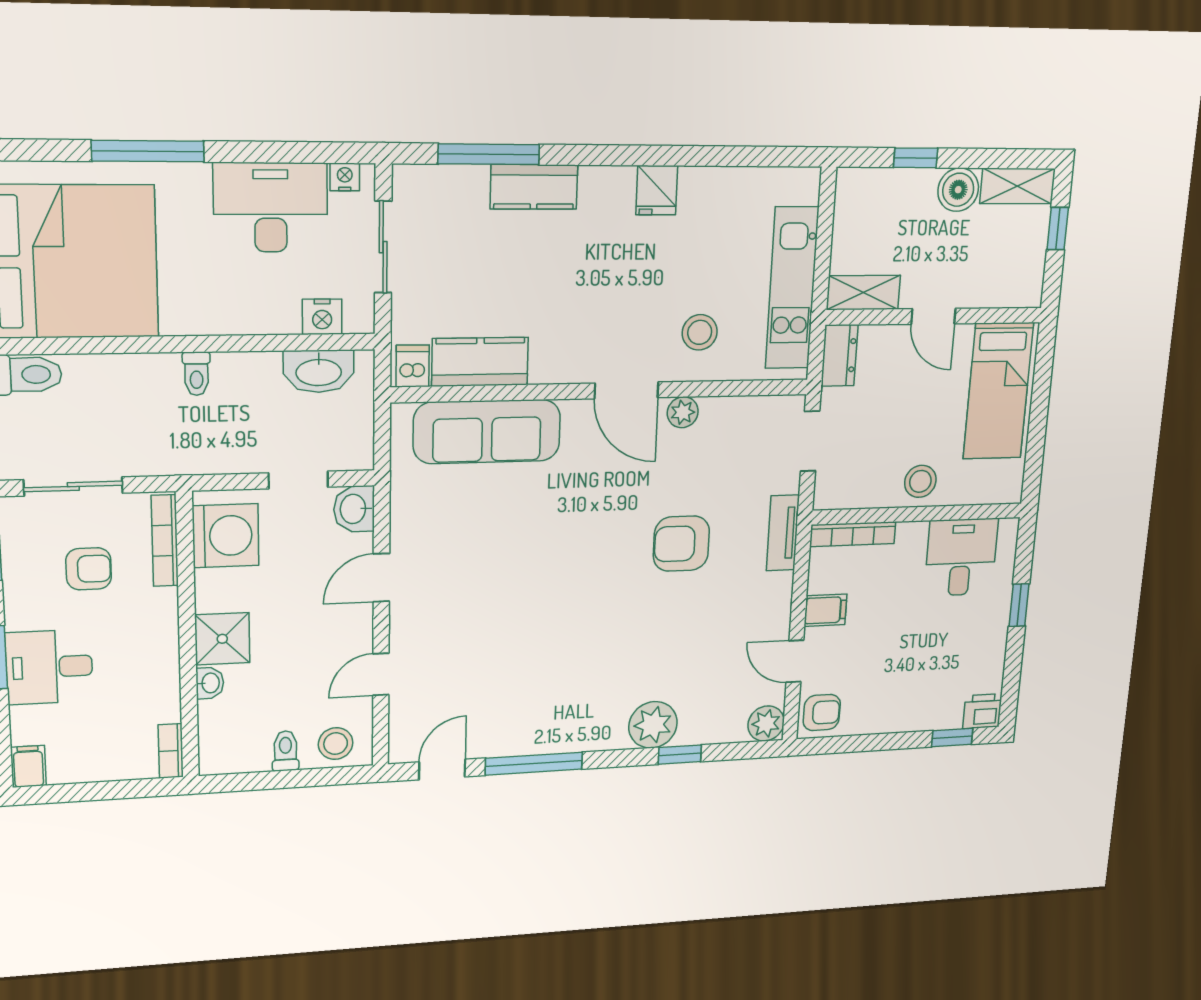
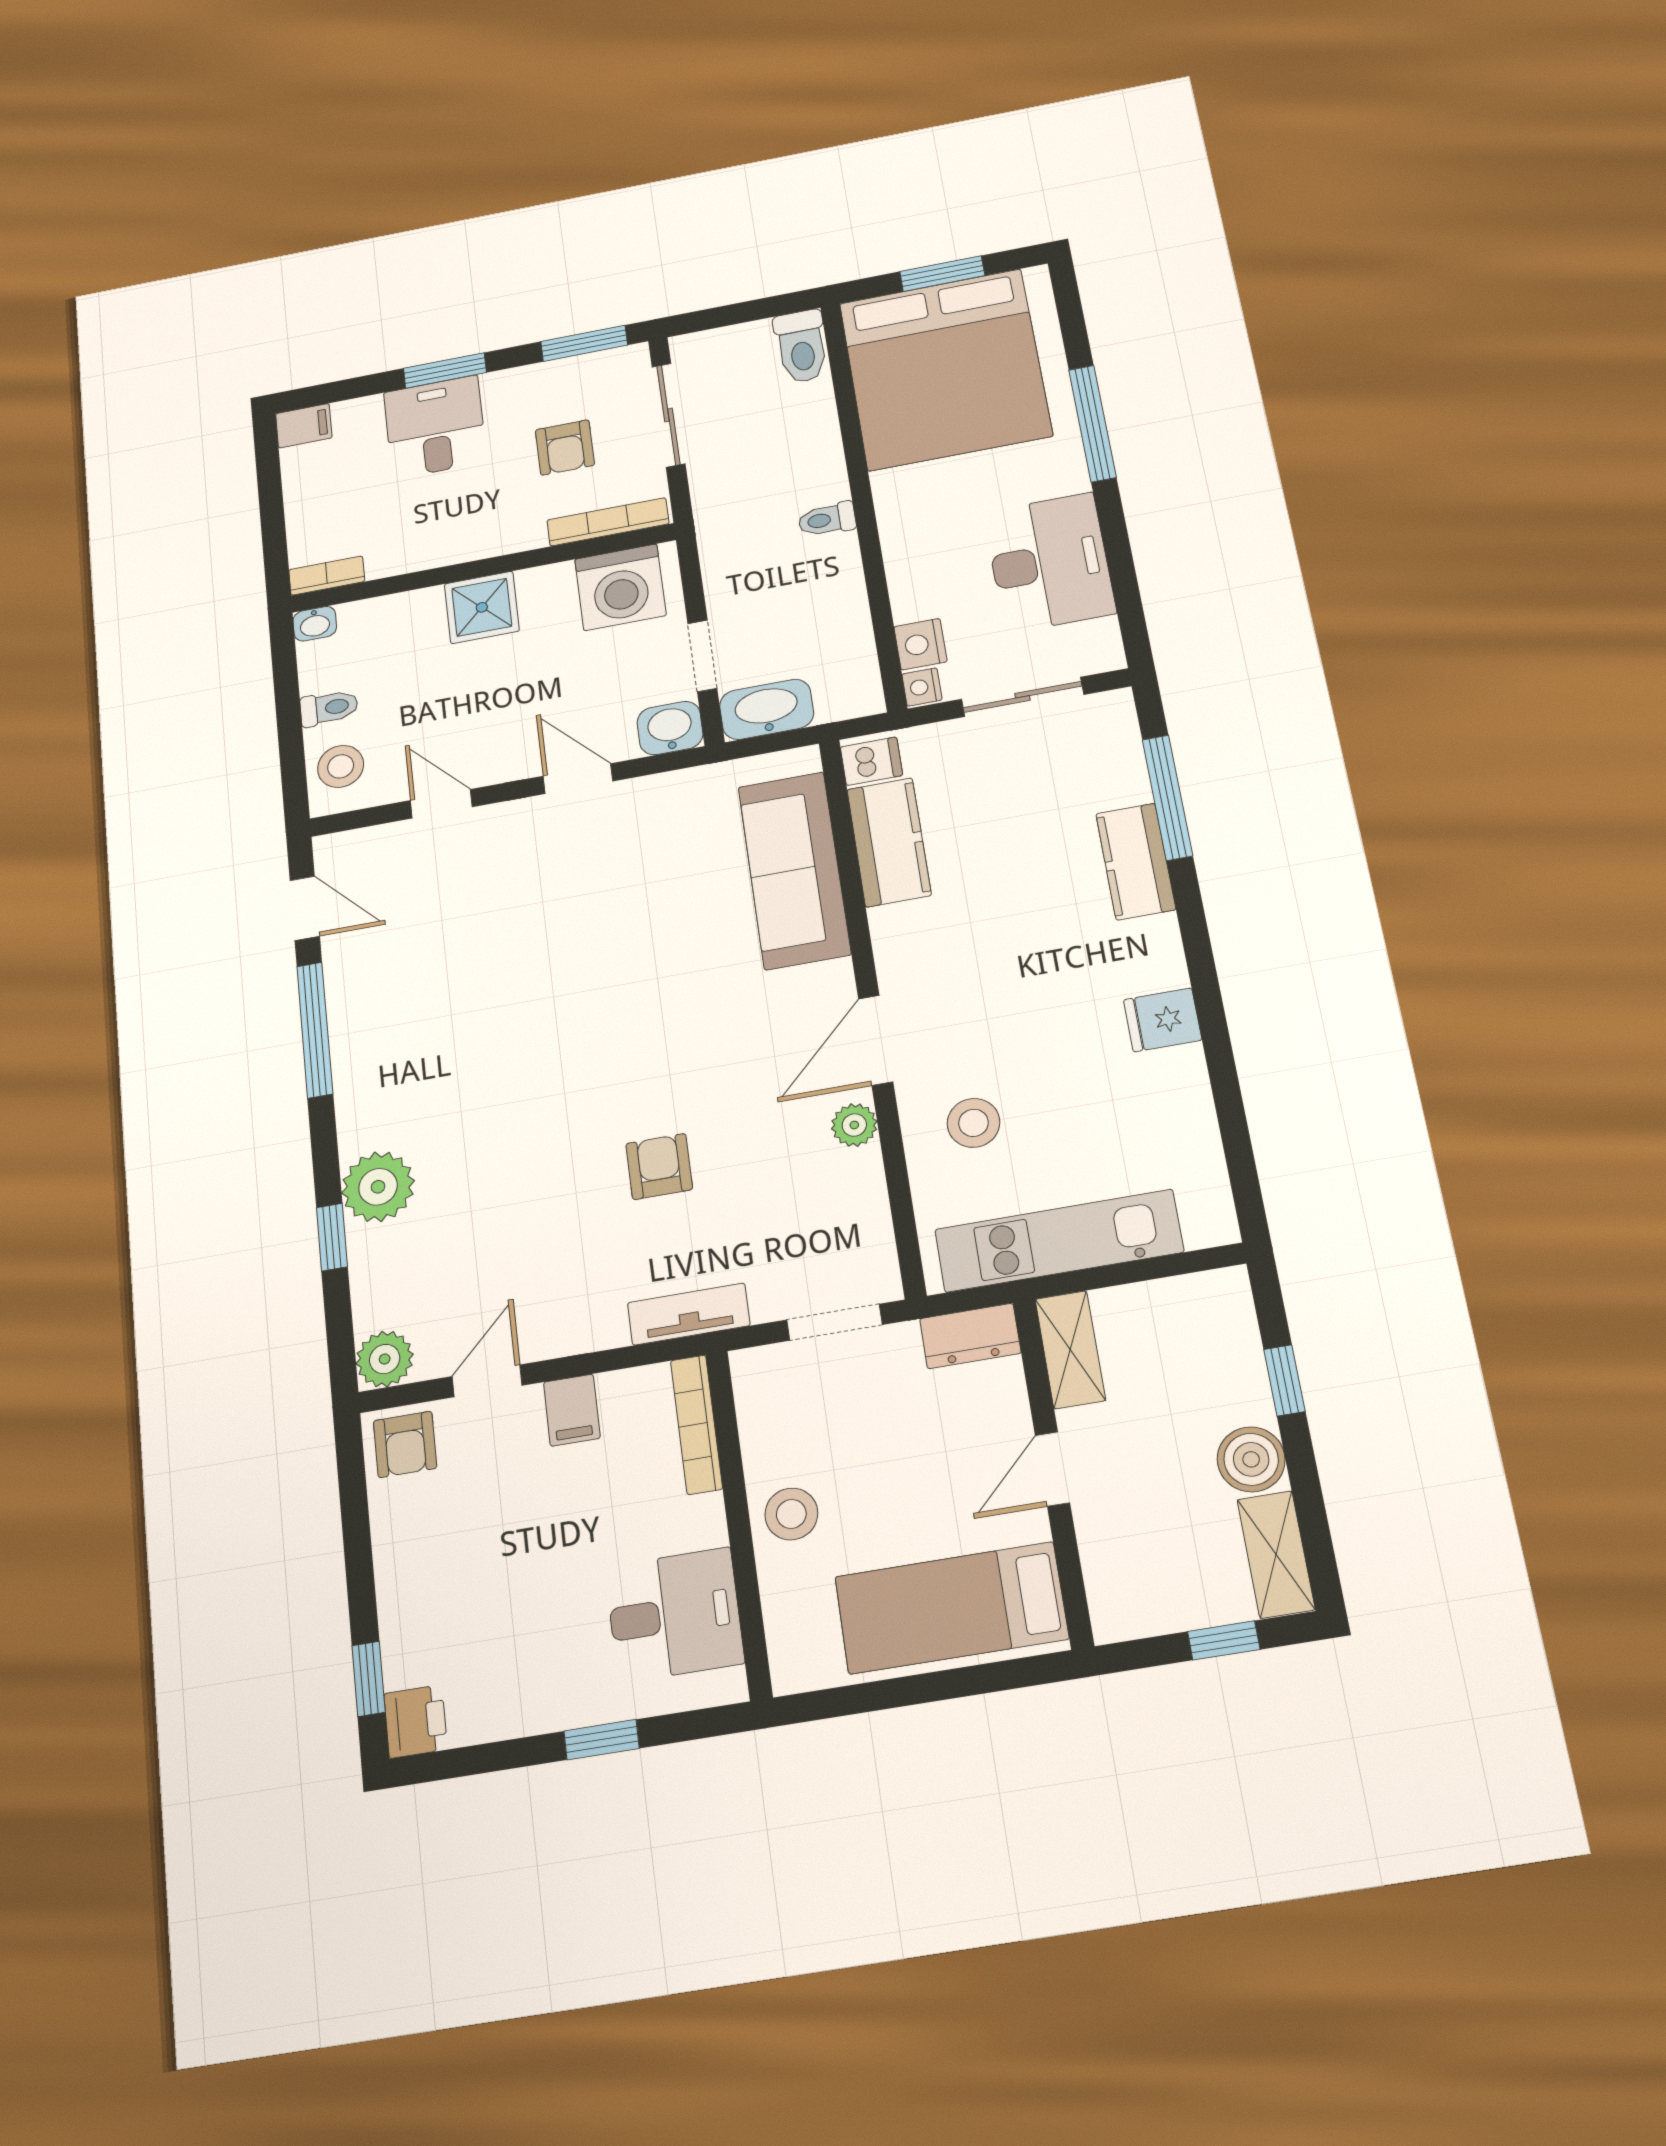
nightstand: (345, 177) -> (922, 687), moved, turned 180
washbasin: (319, 371) -> (767, 709), moved, turned 90
armchair: (681, 544) -> (659, 1166), width x0.72, depth x0.72
washbasin: (210, 683) -> (315, 624), moved

